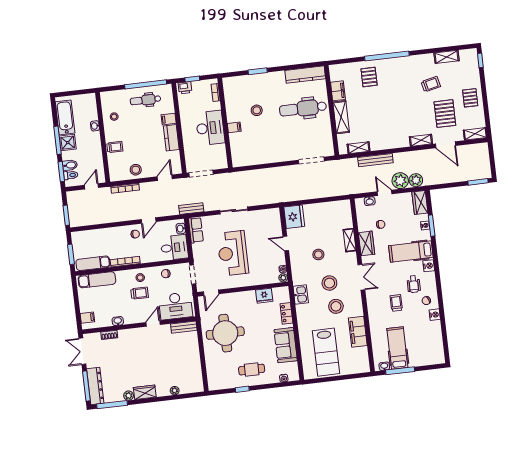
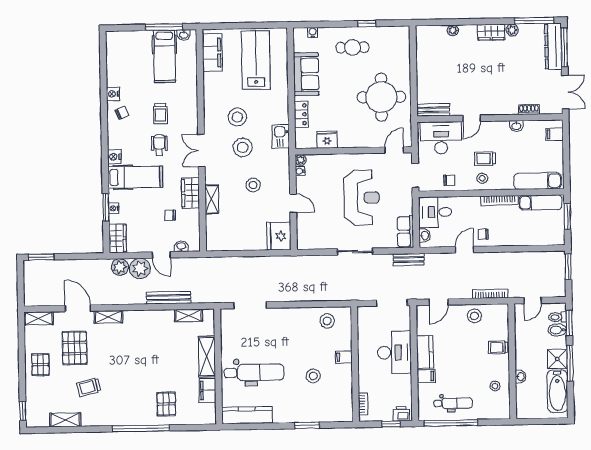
desk: (210, 128) -> (394, 353), moved, turned 180
stool: (250, 154) -> (327, 321), added
wheelchair: (414, 284) -> (159, 145), moved
filing cabinet: (358, 332) -> (212, 53), moved

